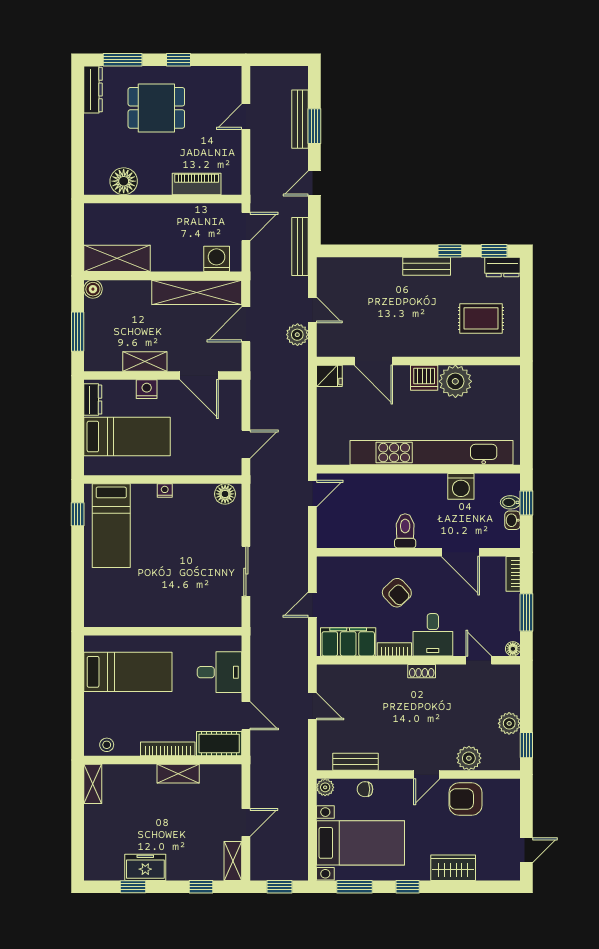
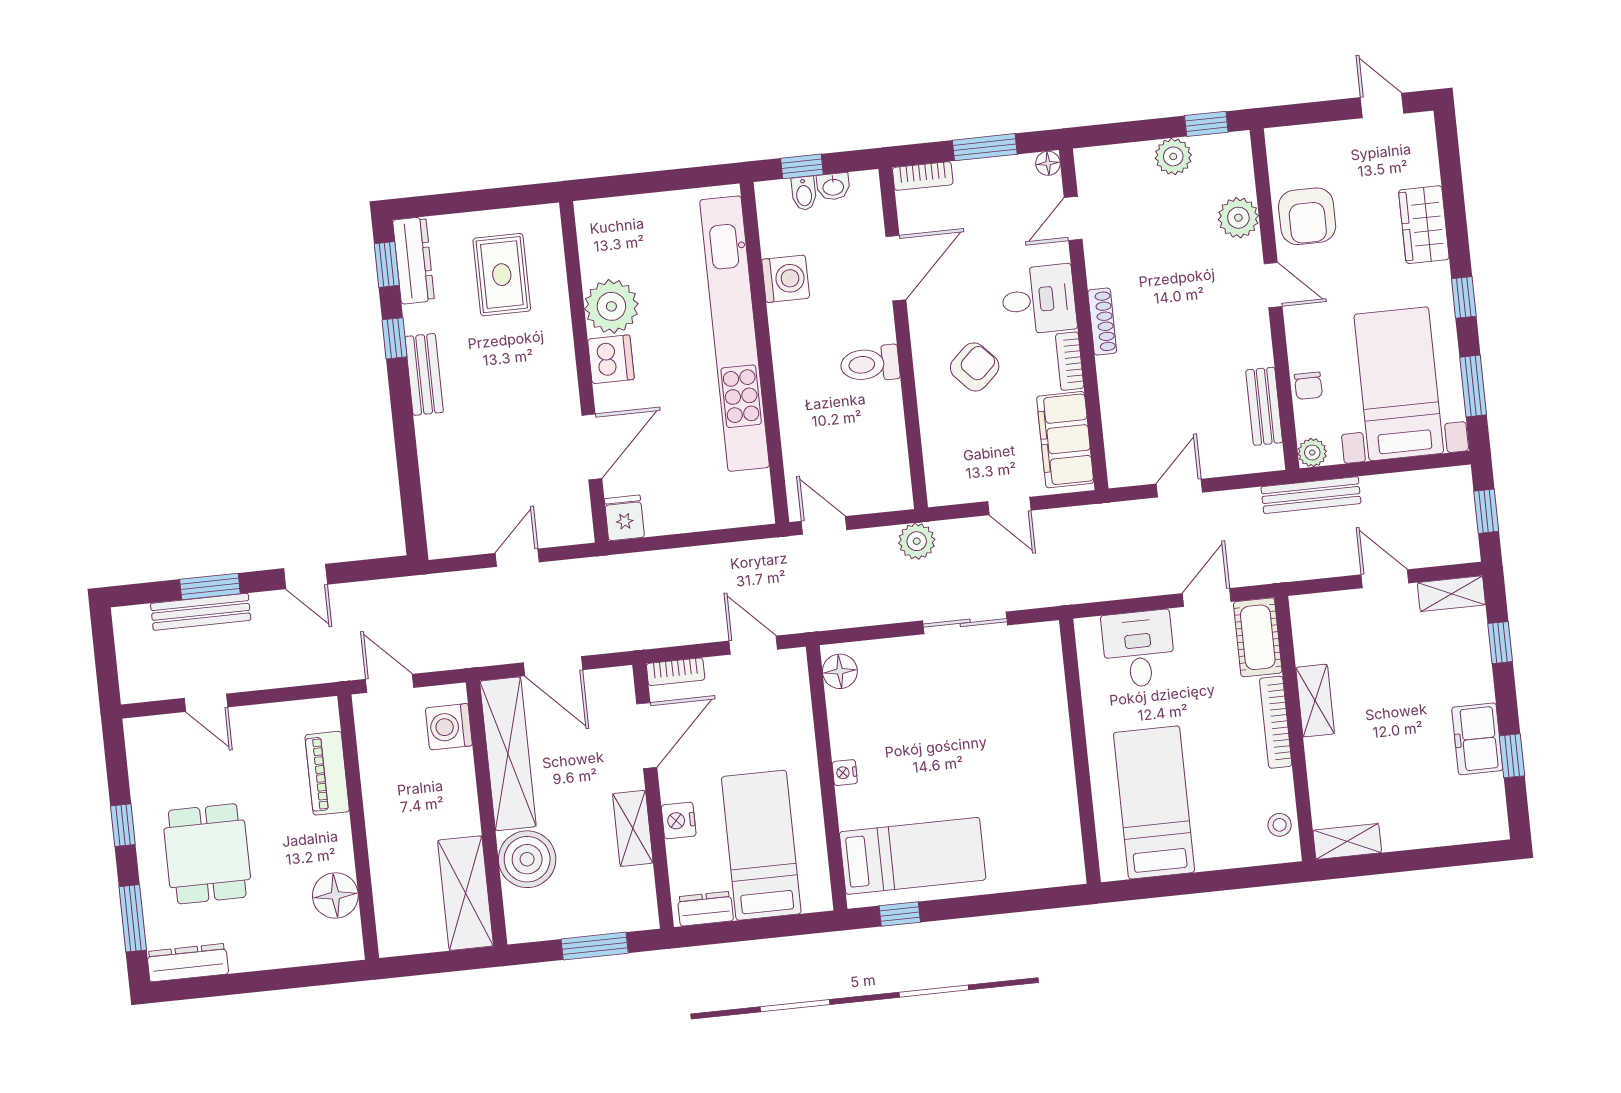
bench: (300, 246) -> (1311, 495), moved
dresser: (503, 267) -> (414, 260), width x1.44
boiler: (93, 289) -> (527, 859), moved, width x1.86, depth x1.86
plant: (297, 335) -> (917, 541), moved
bookcase: (235, 397) -> (676, 672), added
shoe rack: (422, 671) -> (1102, 322), width x1.43

